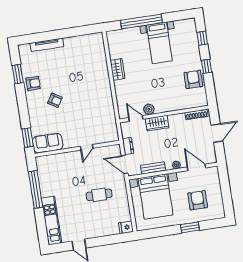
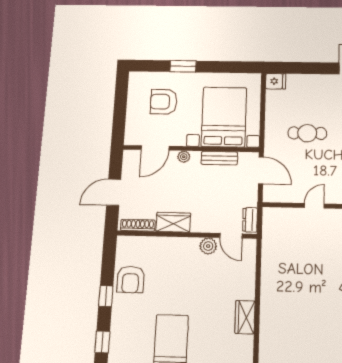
wardrobe: (157, 123) -> (173, 222), moved
dresser: (128, 146) -> (250, 220), moved
door: (196, 167) -> (155, 148), hinge flipped
armchair: (198, 200) -> (164, 102), turned 90

